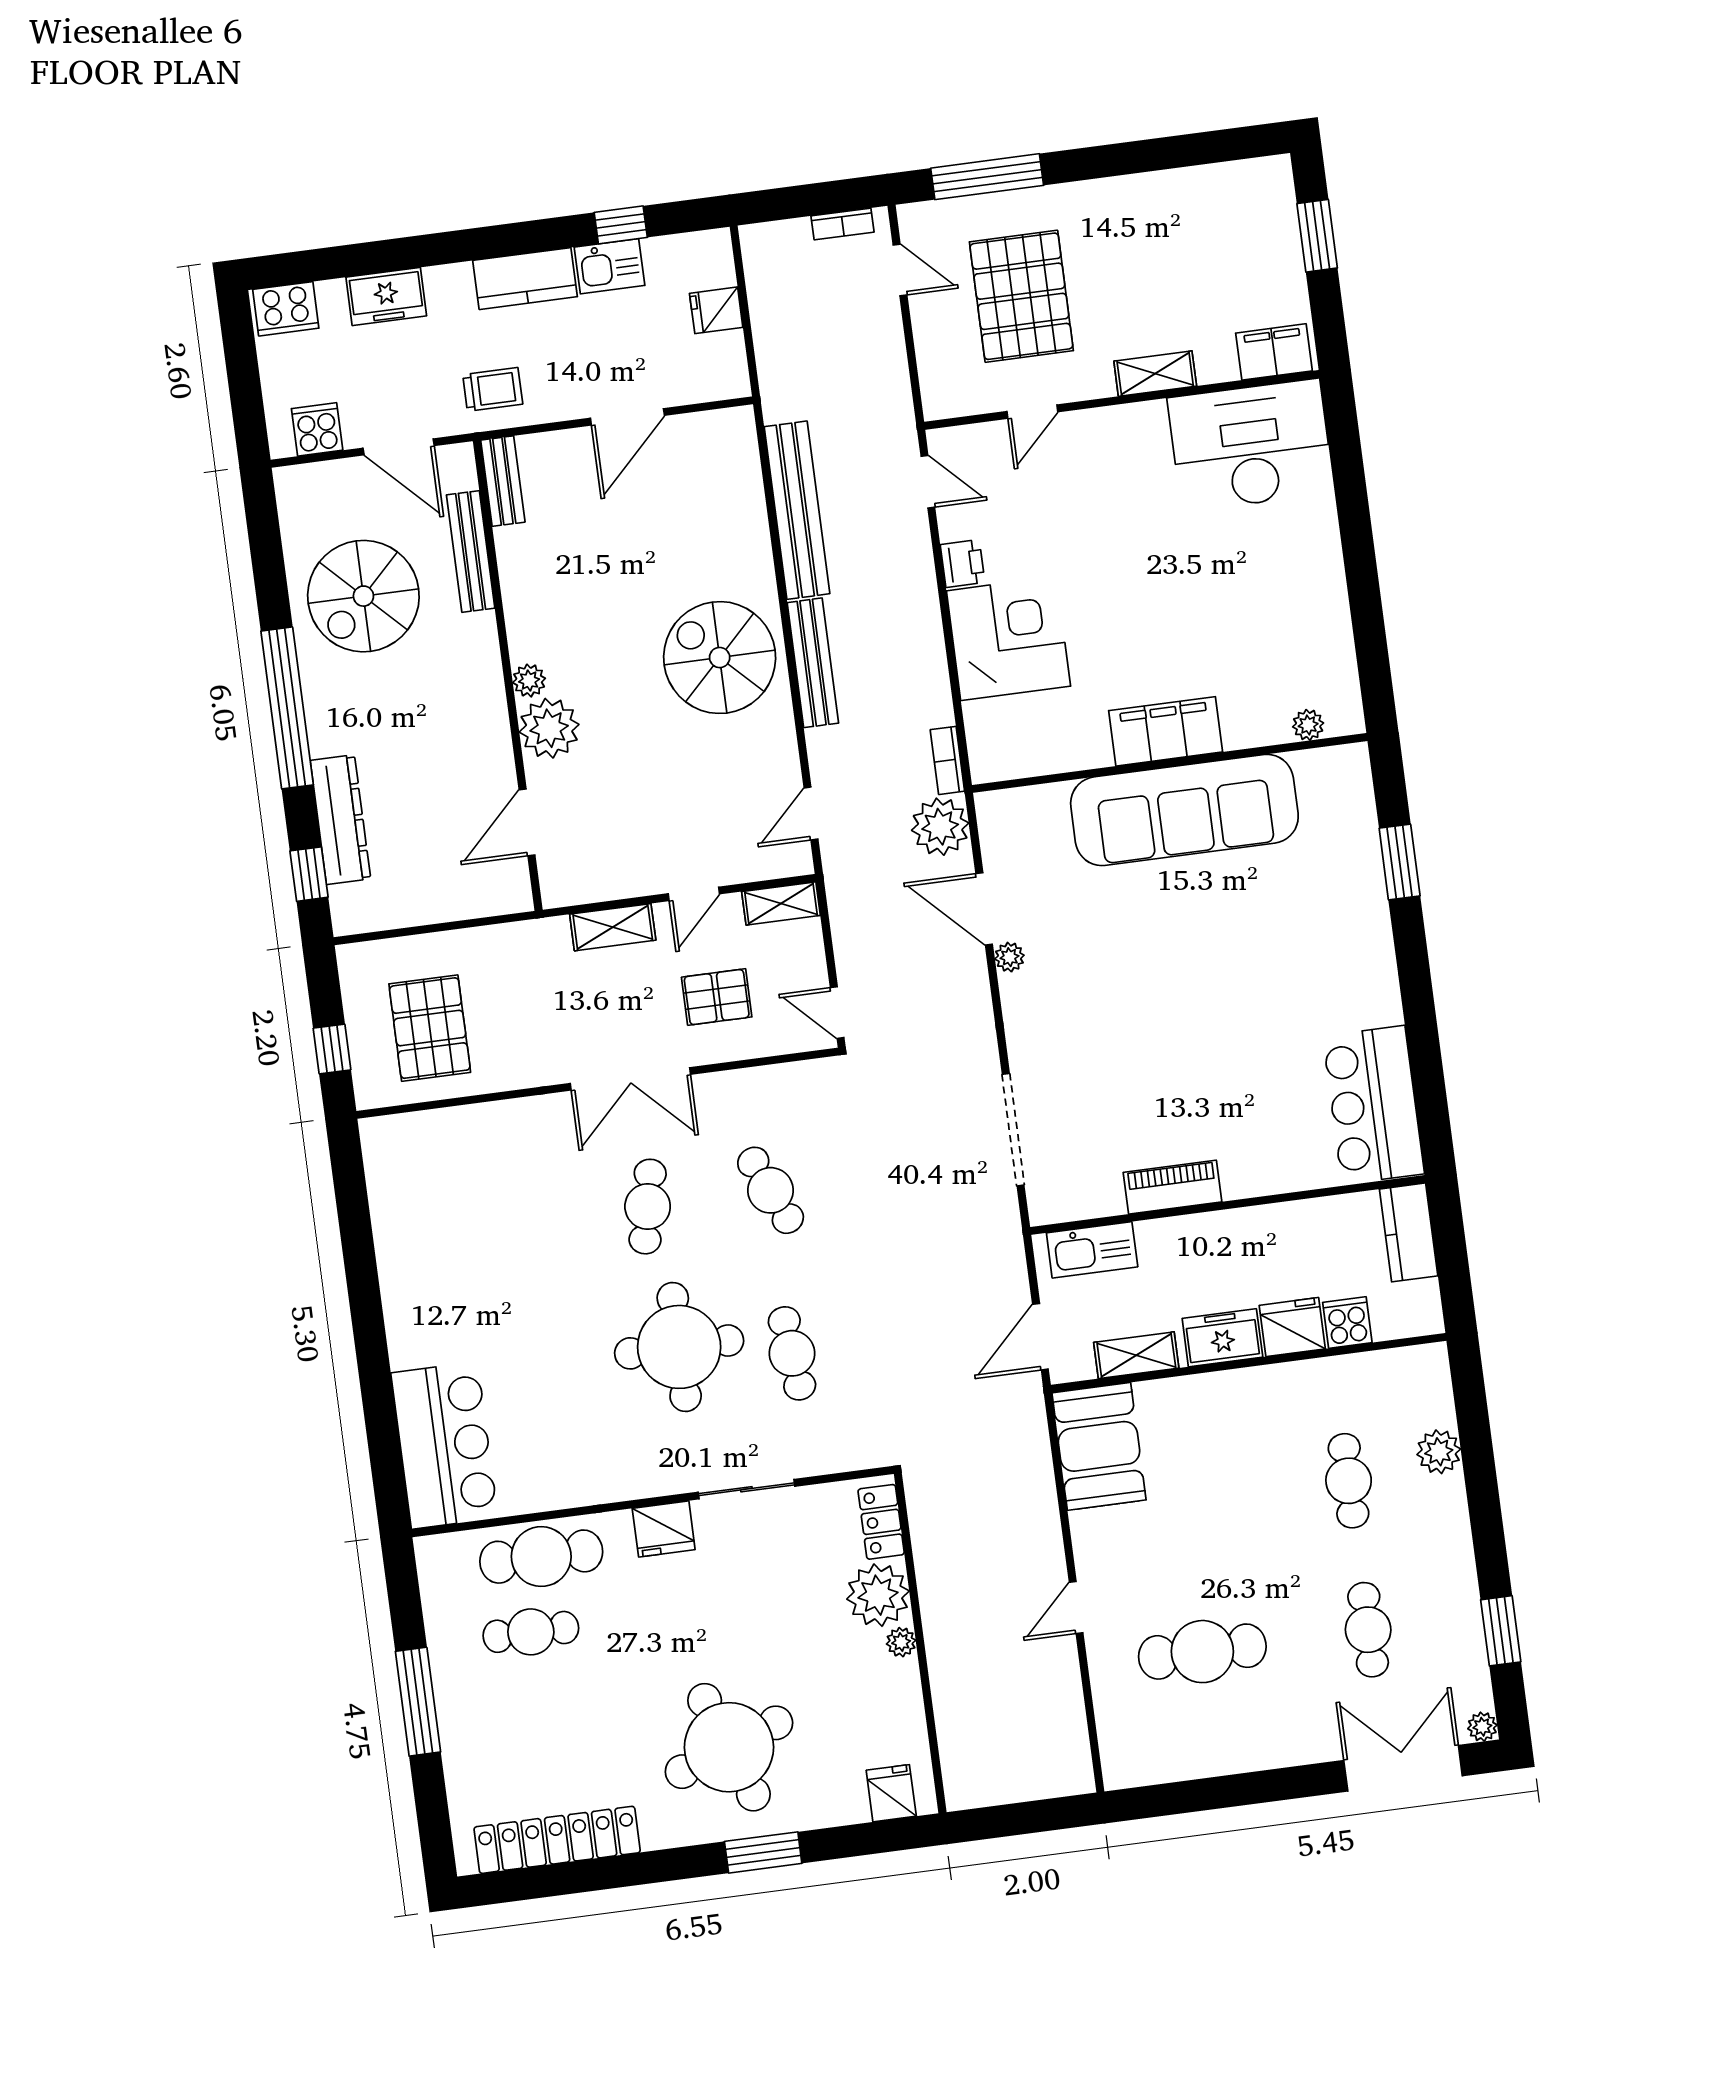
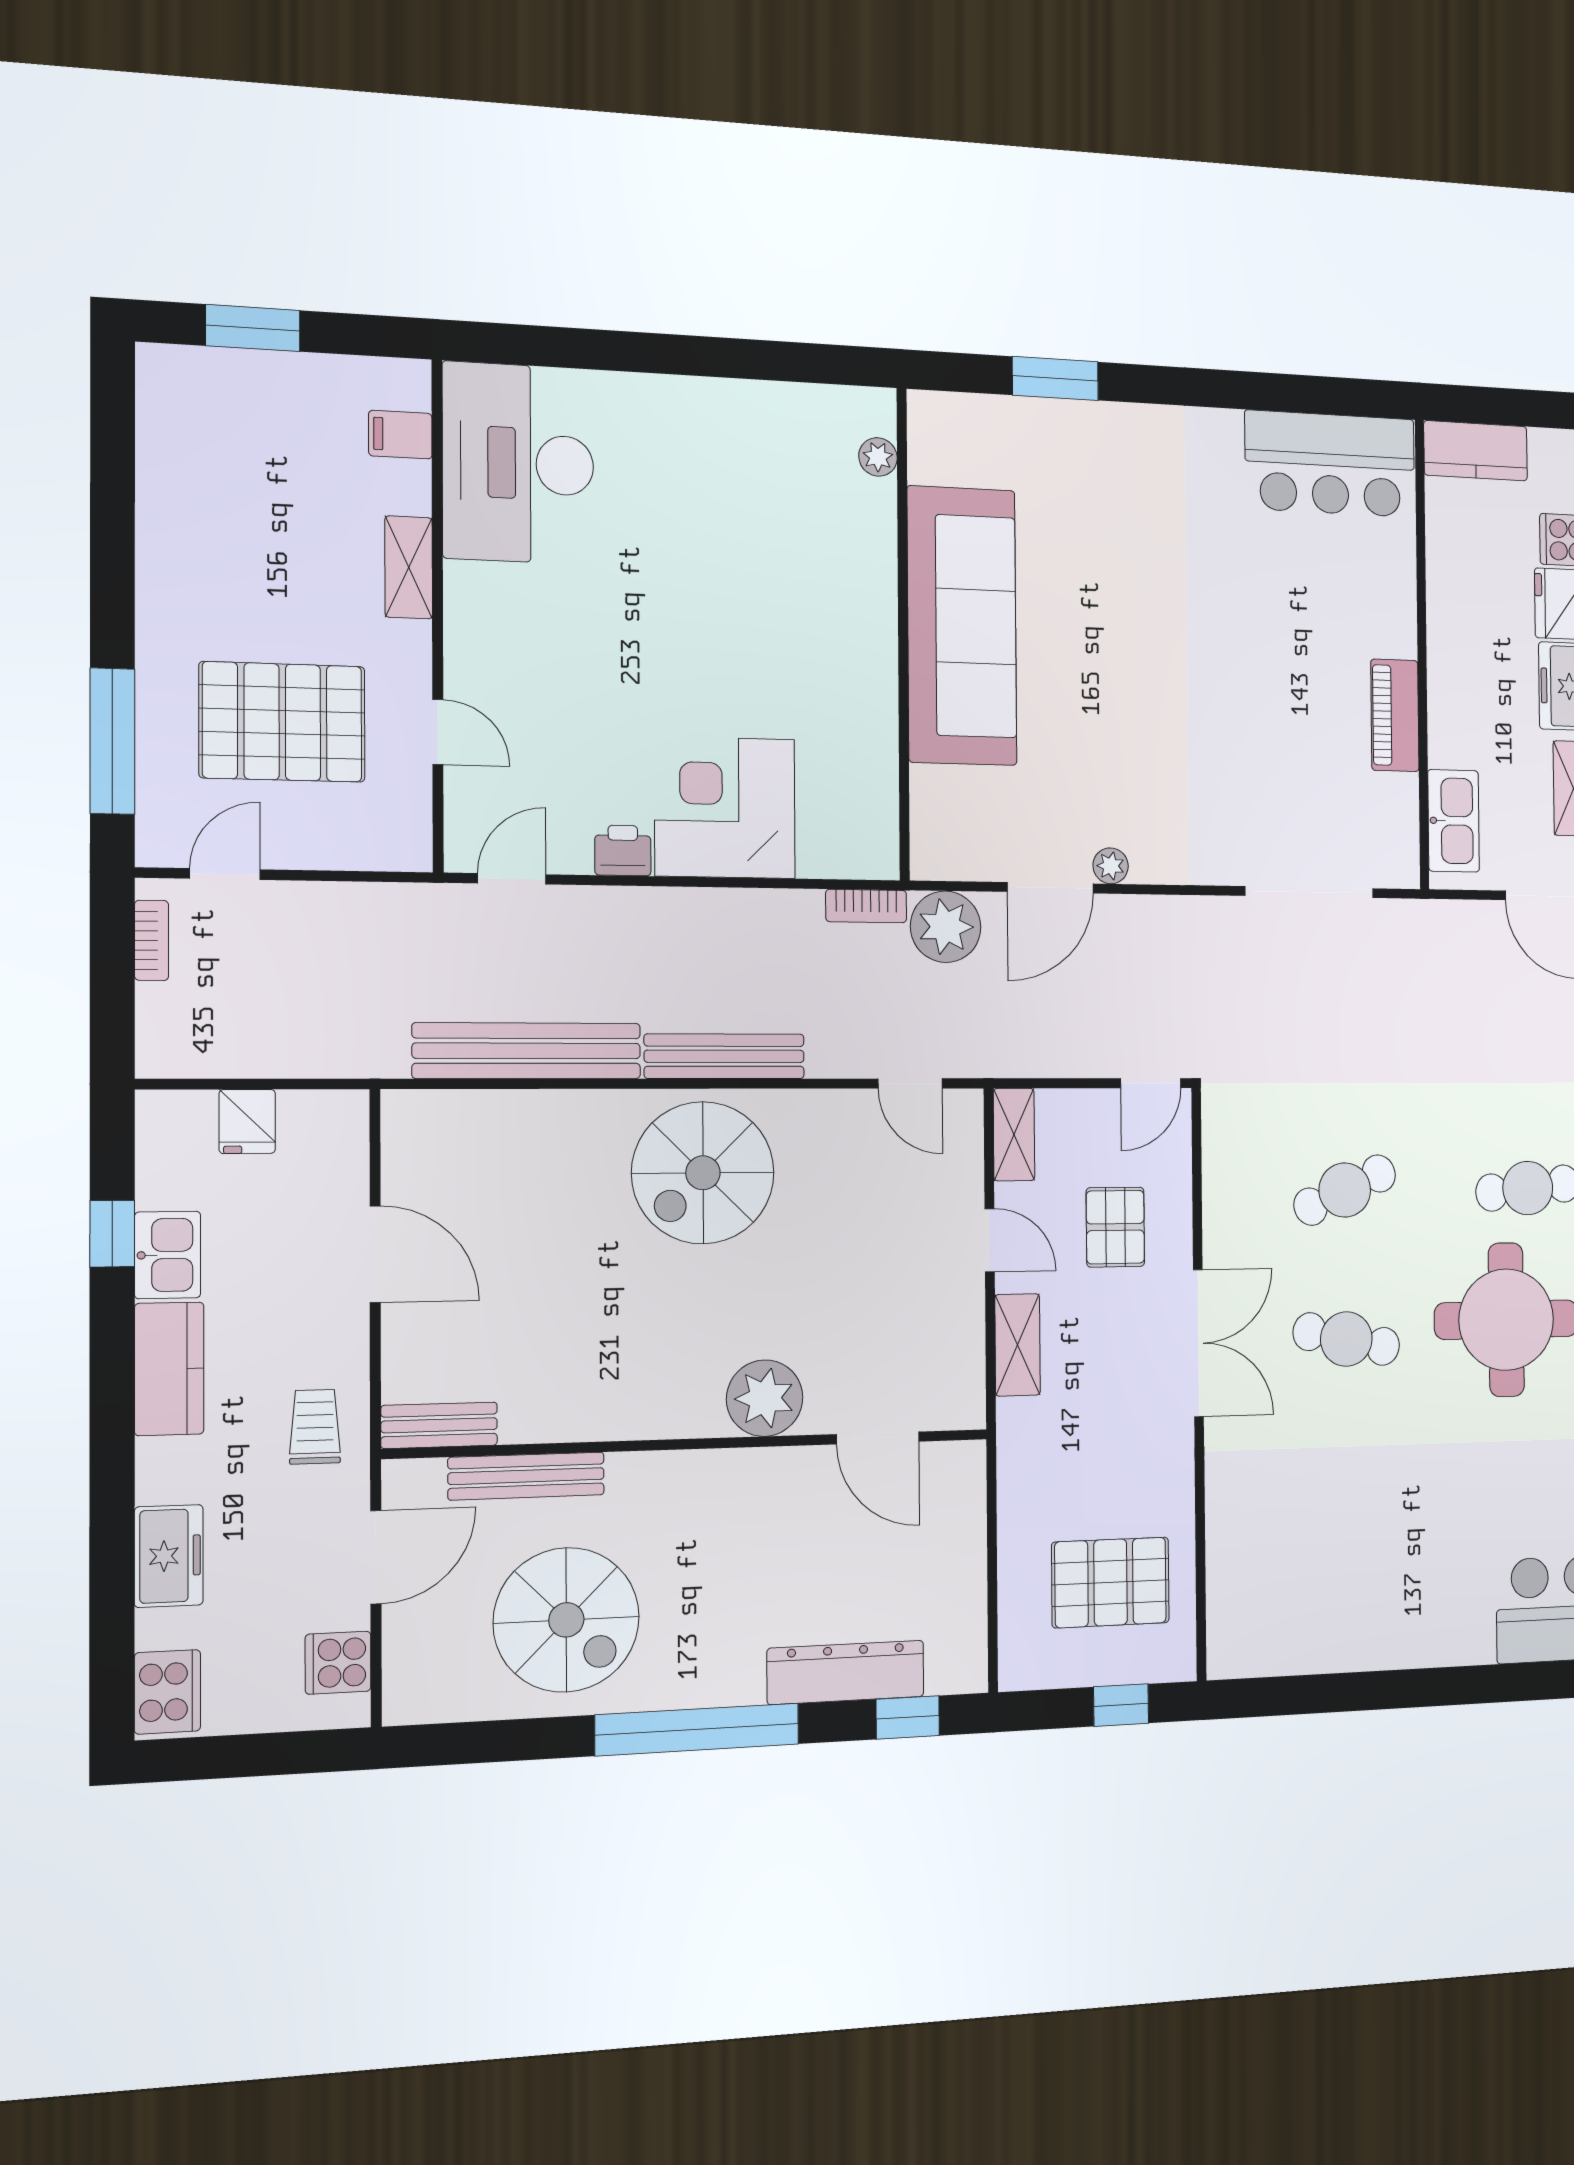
filing cabinet: (1274, 352) -> (400, 435), width x0.50
plant: (529, 681) -> (701, 1417), removed
filing cabinet: (1166, 731) -> (864, 632), removed

